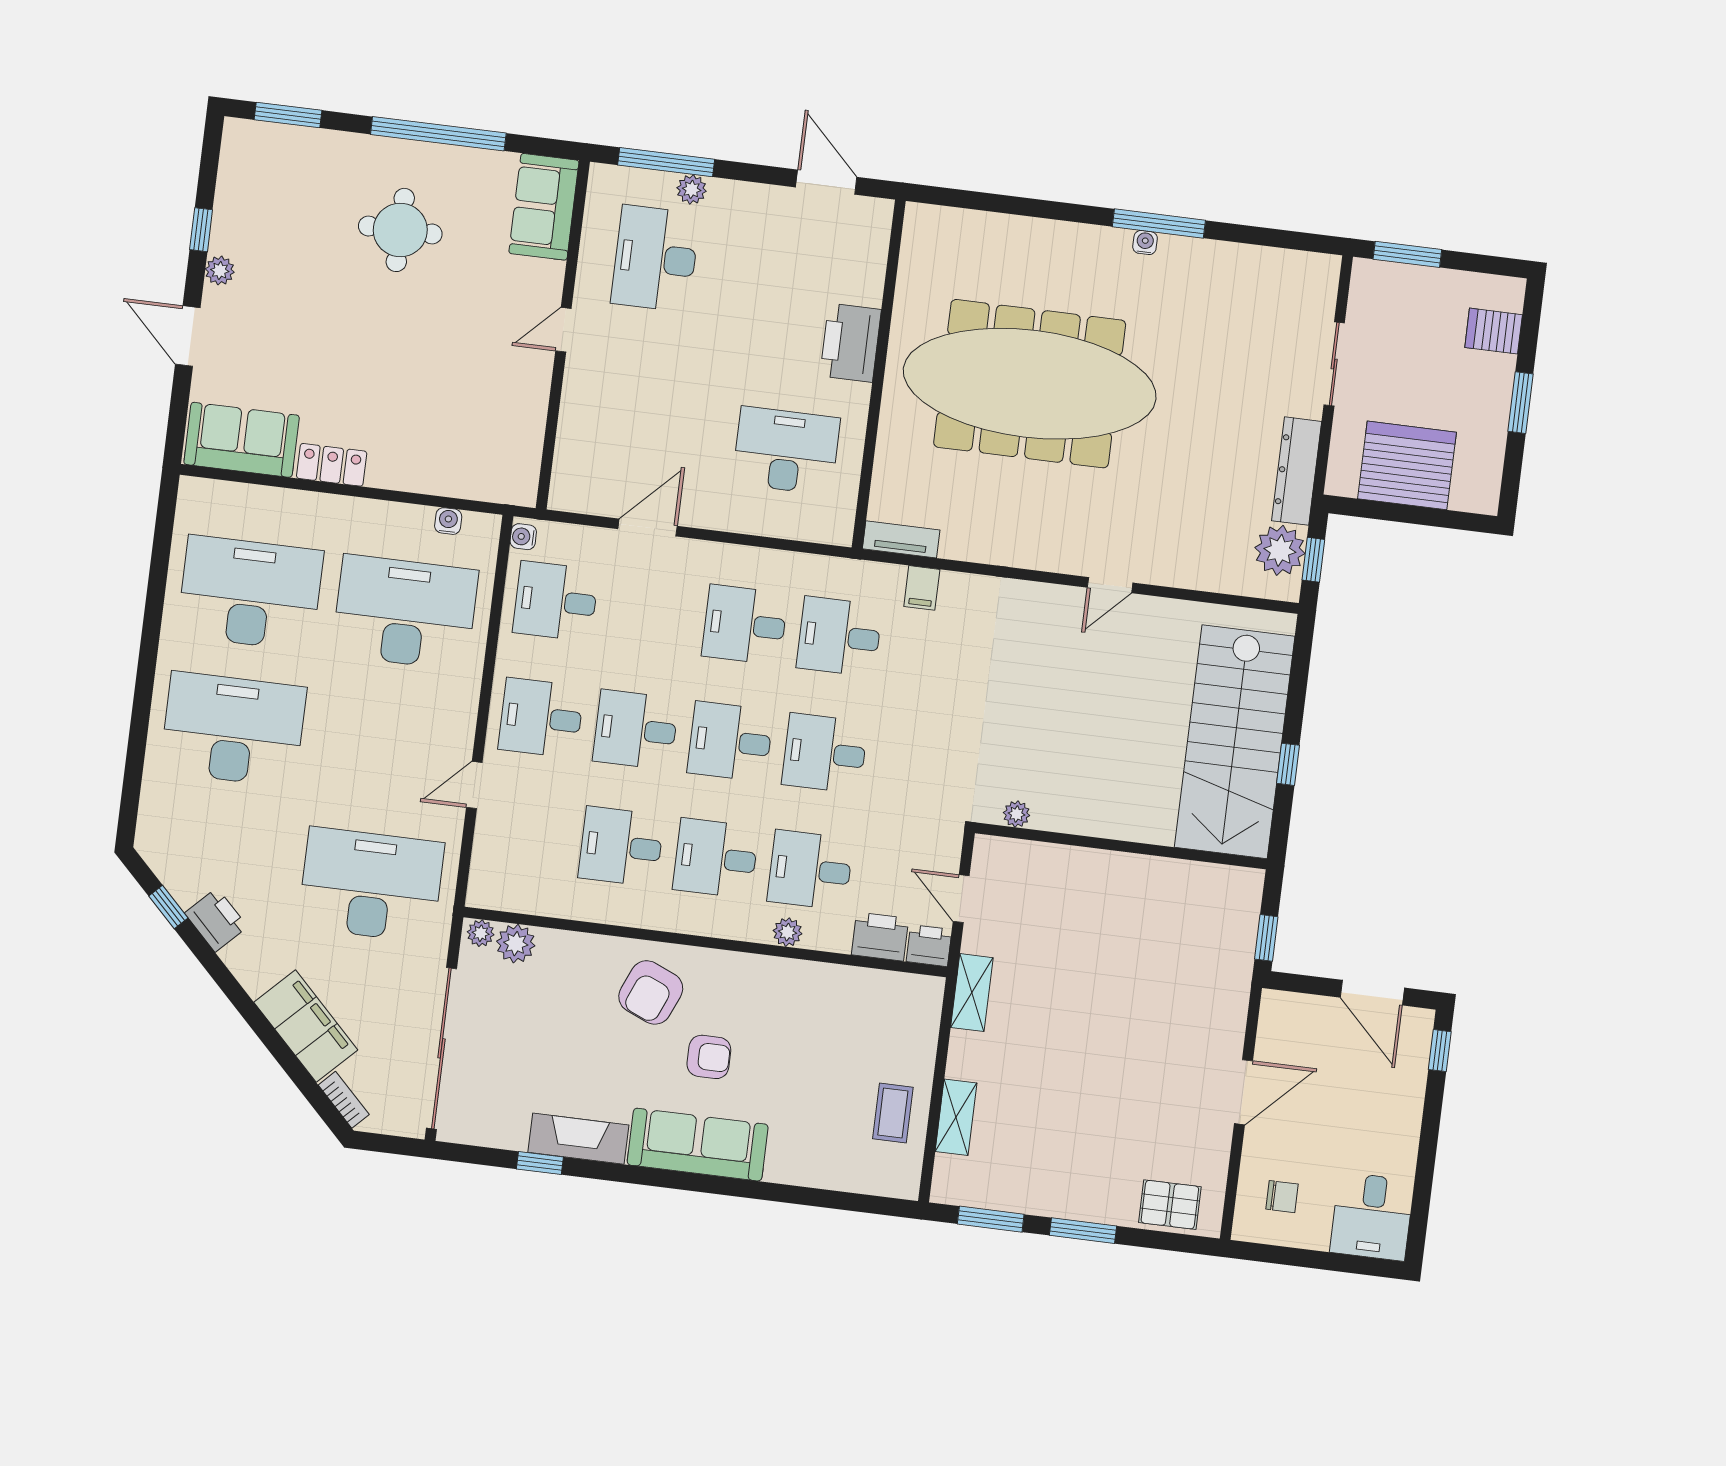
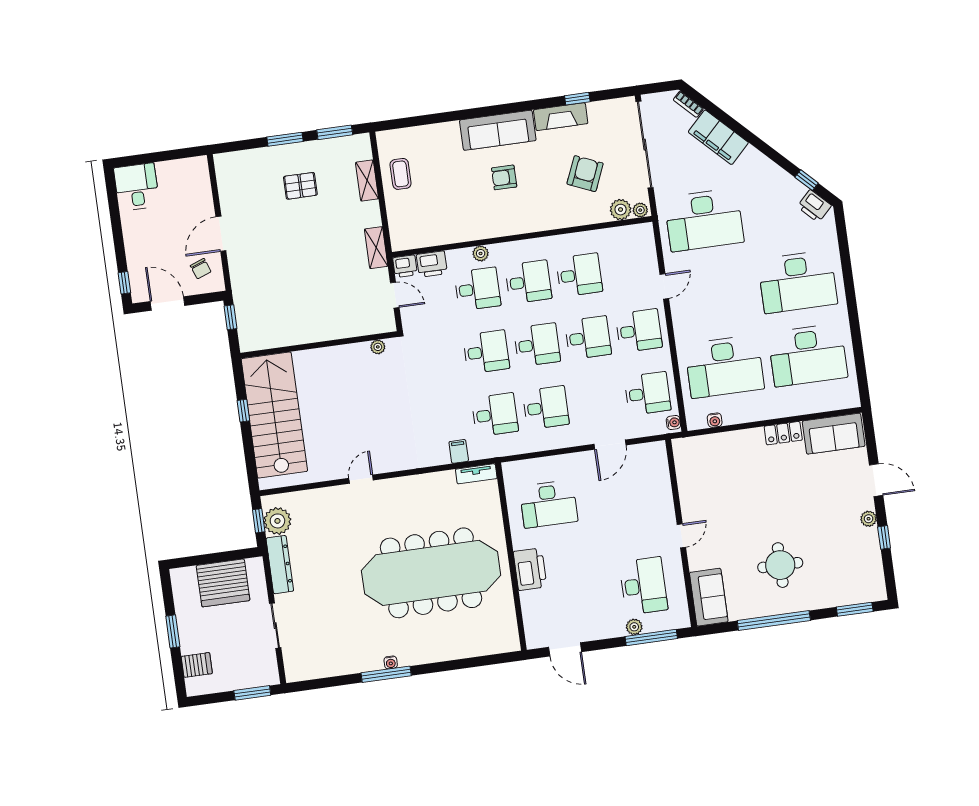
printer: (216, 920) -> (814, 206), moved
armchair: (651, 992) -> (585, 174), moved
chair: (1282, 1197) -> (201, 269), moved, turned -110
pallet: (1170, 1205) -> (300, 186), moved

